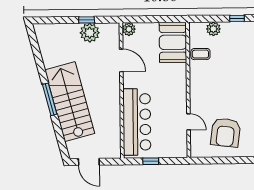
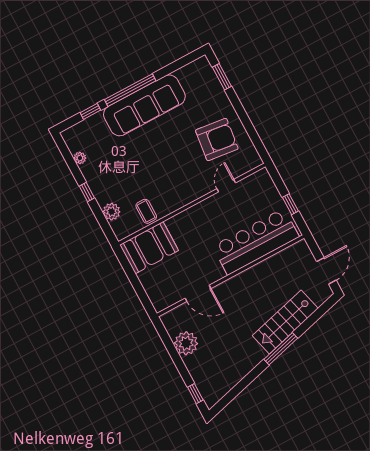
window: (87, 20) -> (195, 394), moved
plant: (129, 29) -> (160, 303), removed
door: (121, 60) -> (198, 293), swing flipped
stairs: (70, 102) -> (285, 322), width x0.73, depth x0.66

